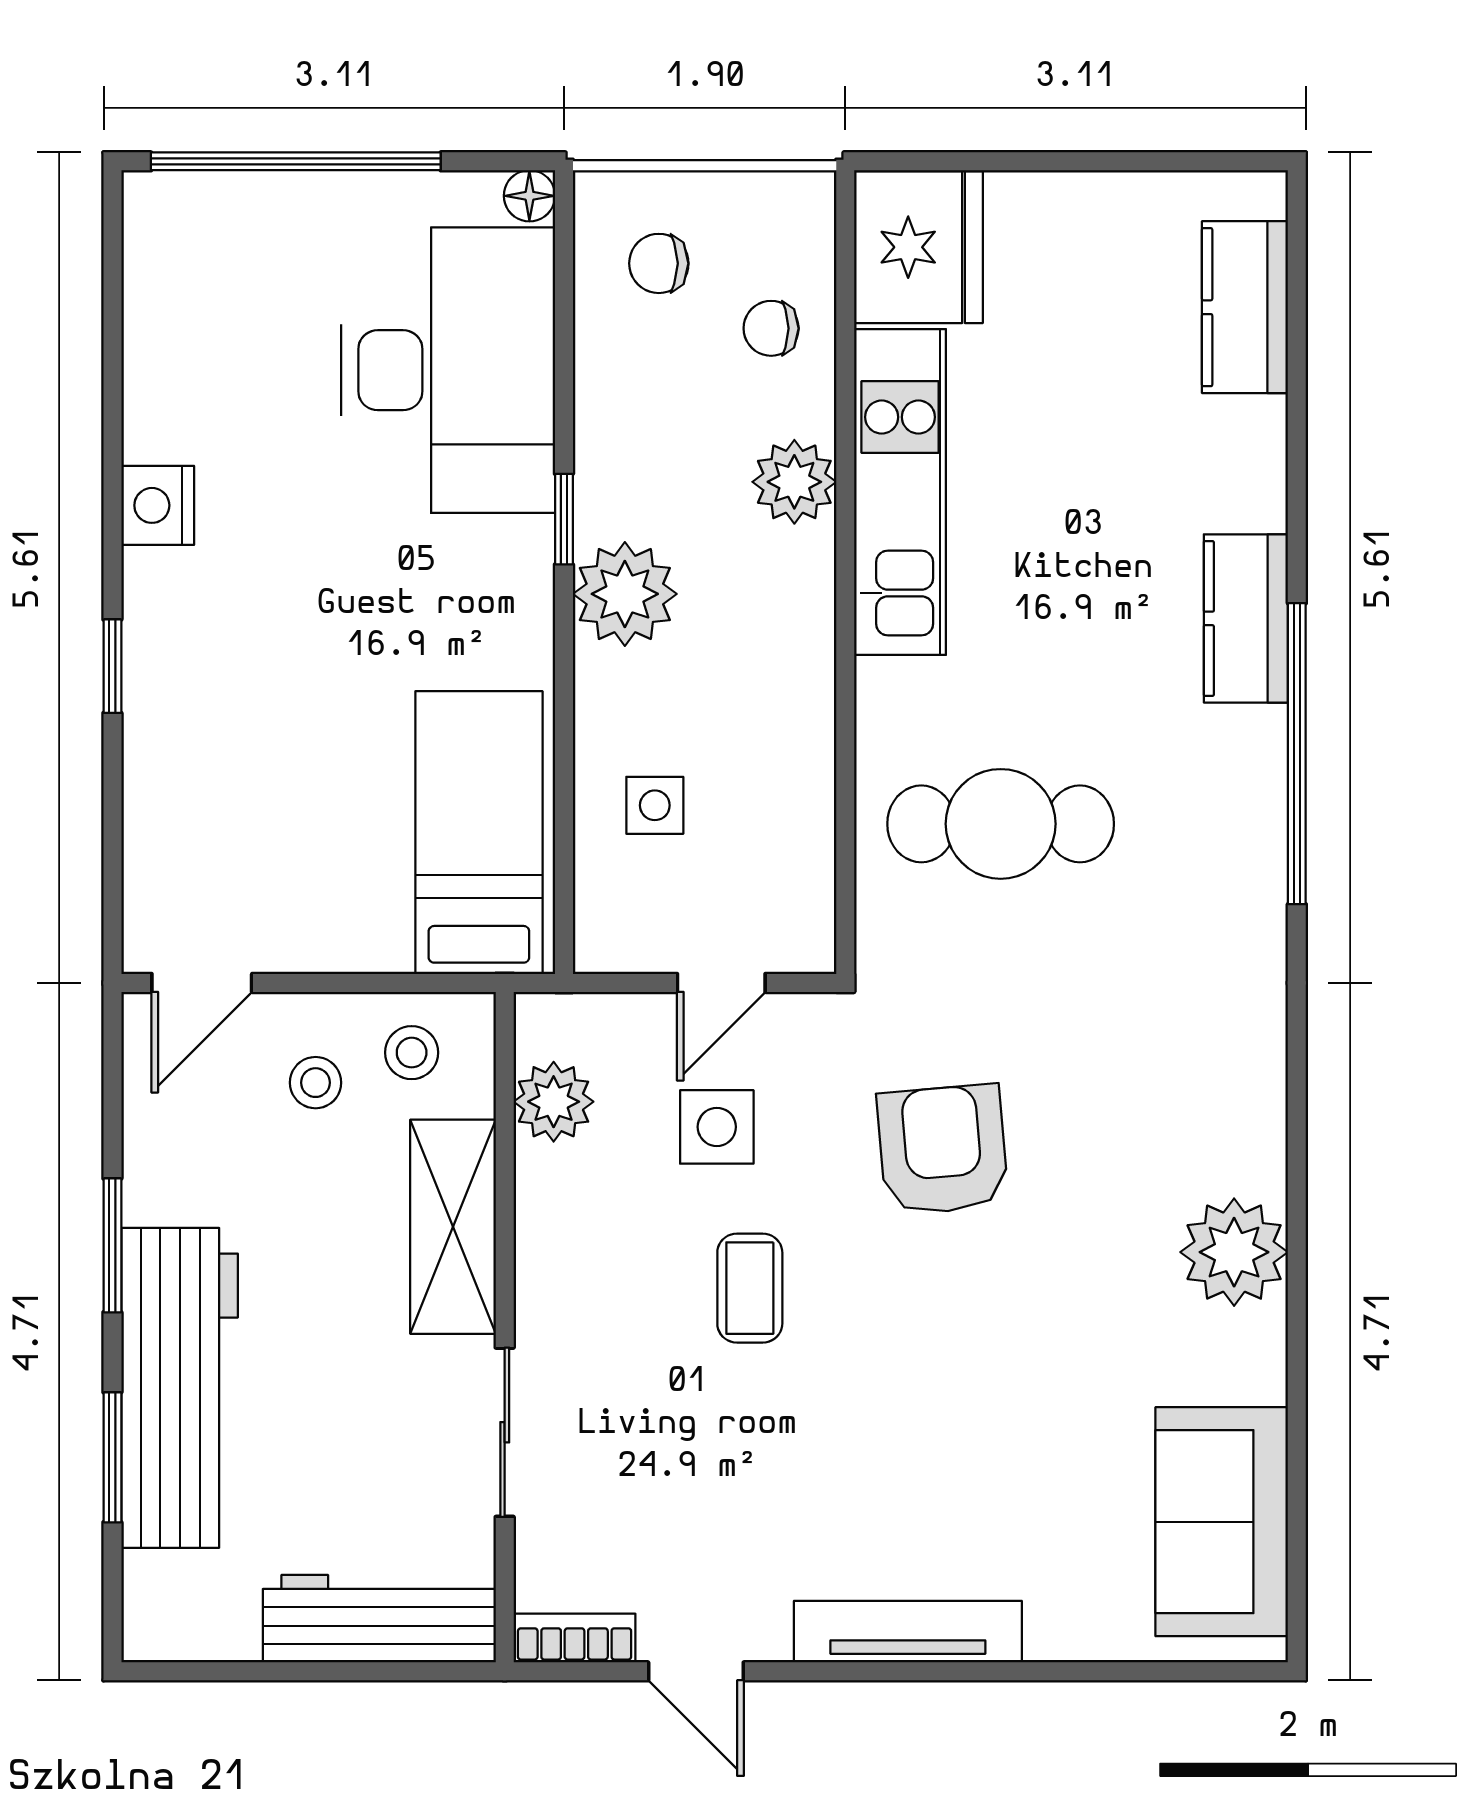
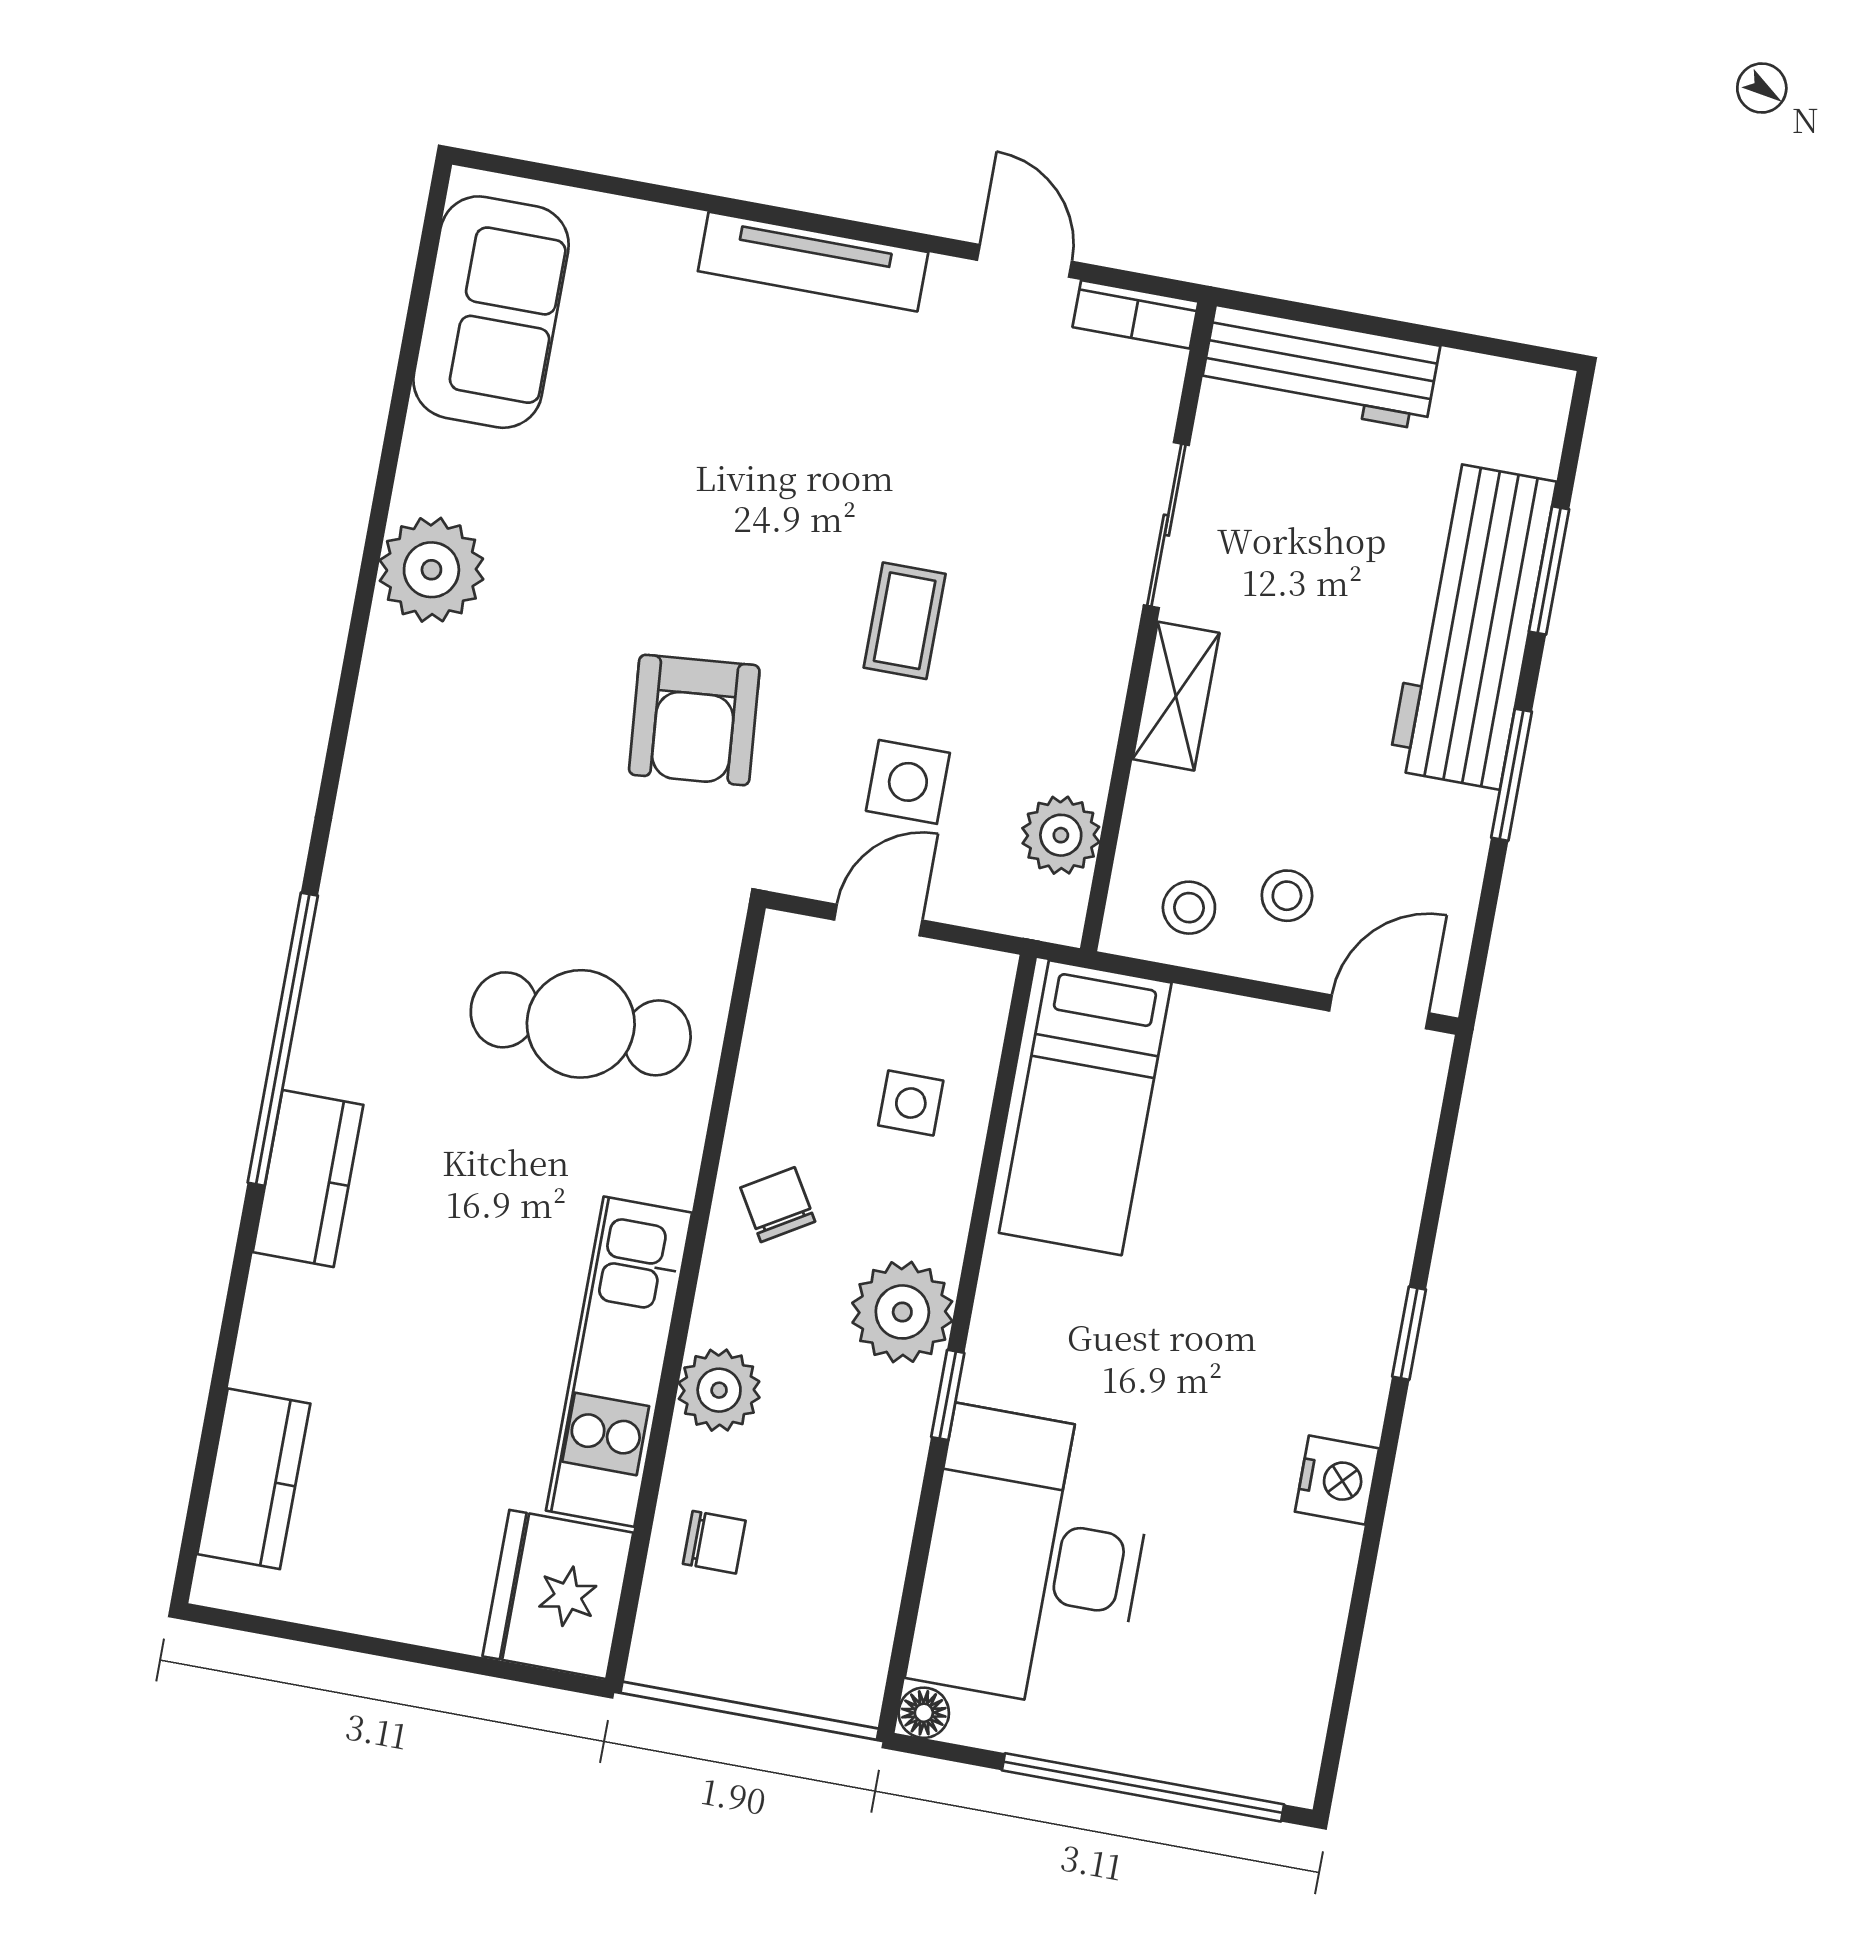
chair: (659, 263) -> (778, 1205), moved, turned -121
shelving: (453, 1227) -> (1176, 696), width x0.67, depth x0.75

